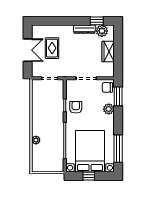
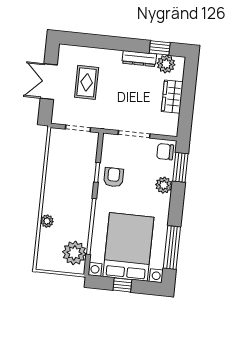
double door: (28, 50) -> (49, 82), swing flipped
plant: (56, 159) -> (74, 253), added

